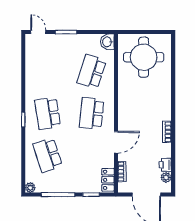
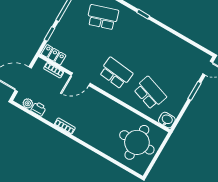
school desk: (48, 113) -> (137, 37), removed
door: (116, 142) -> (81, 79), hinge flipped

